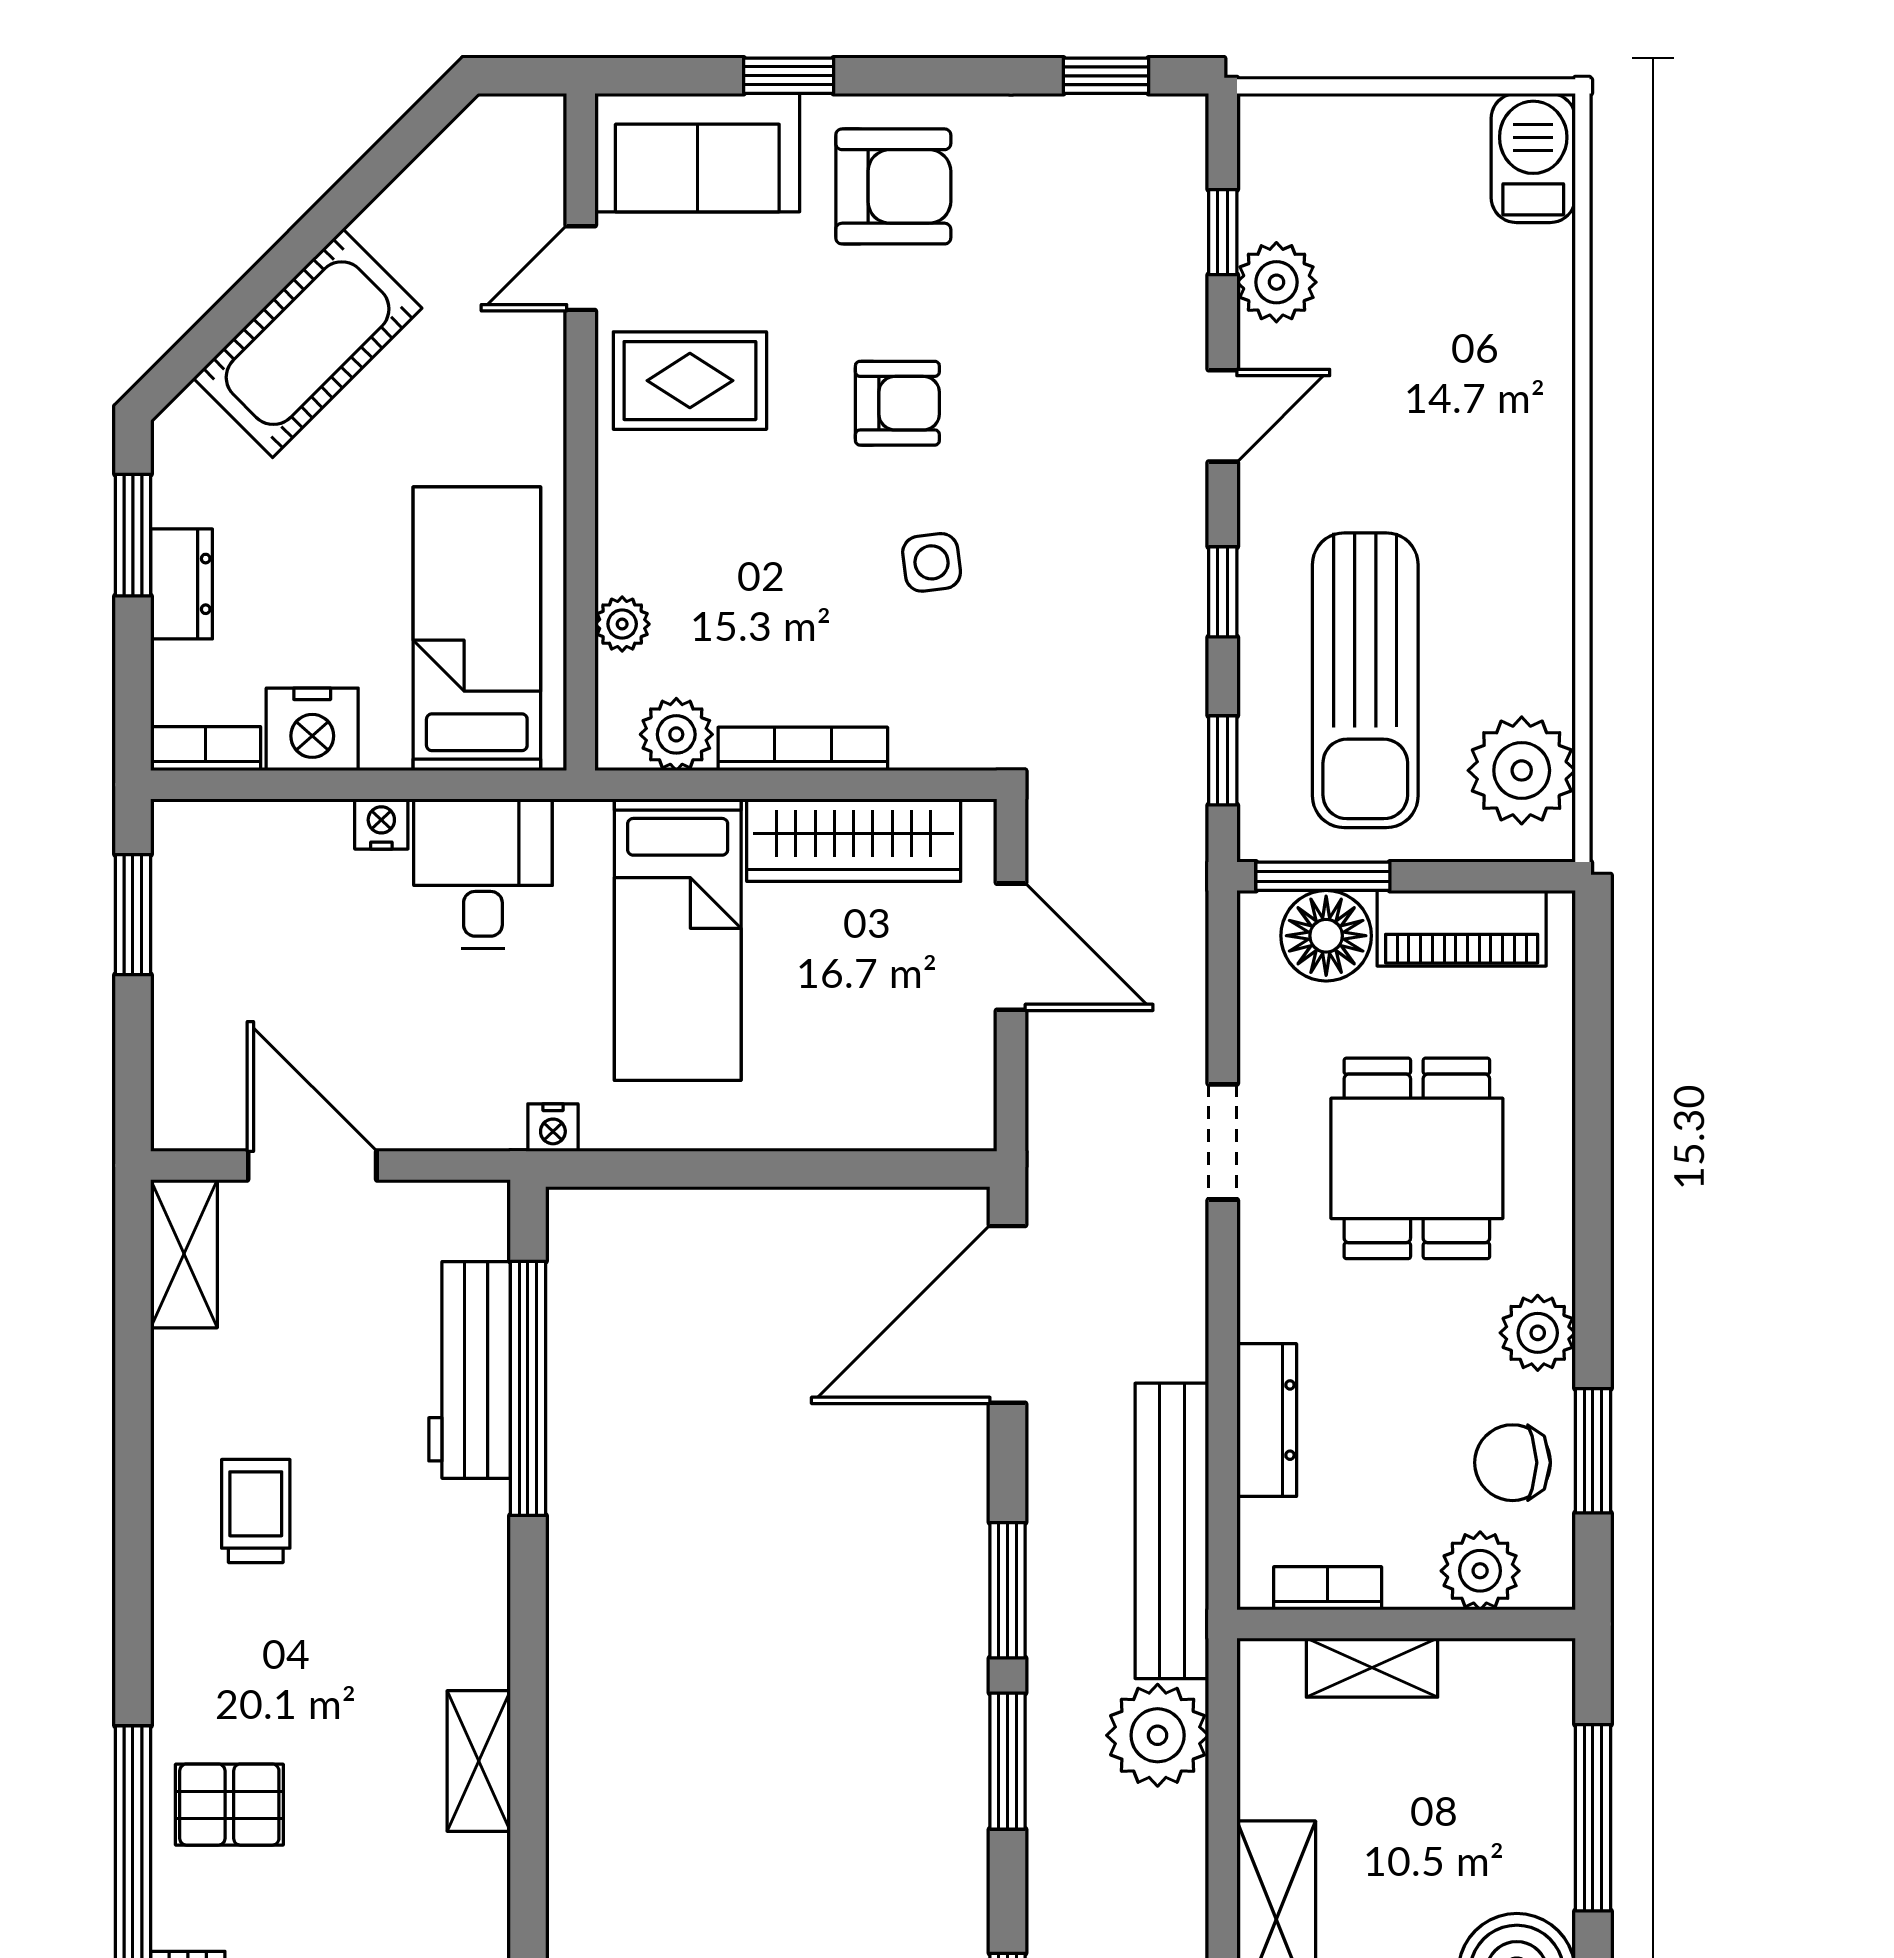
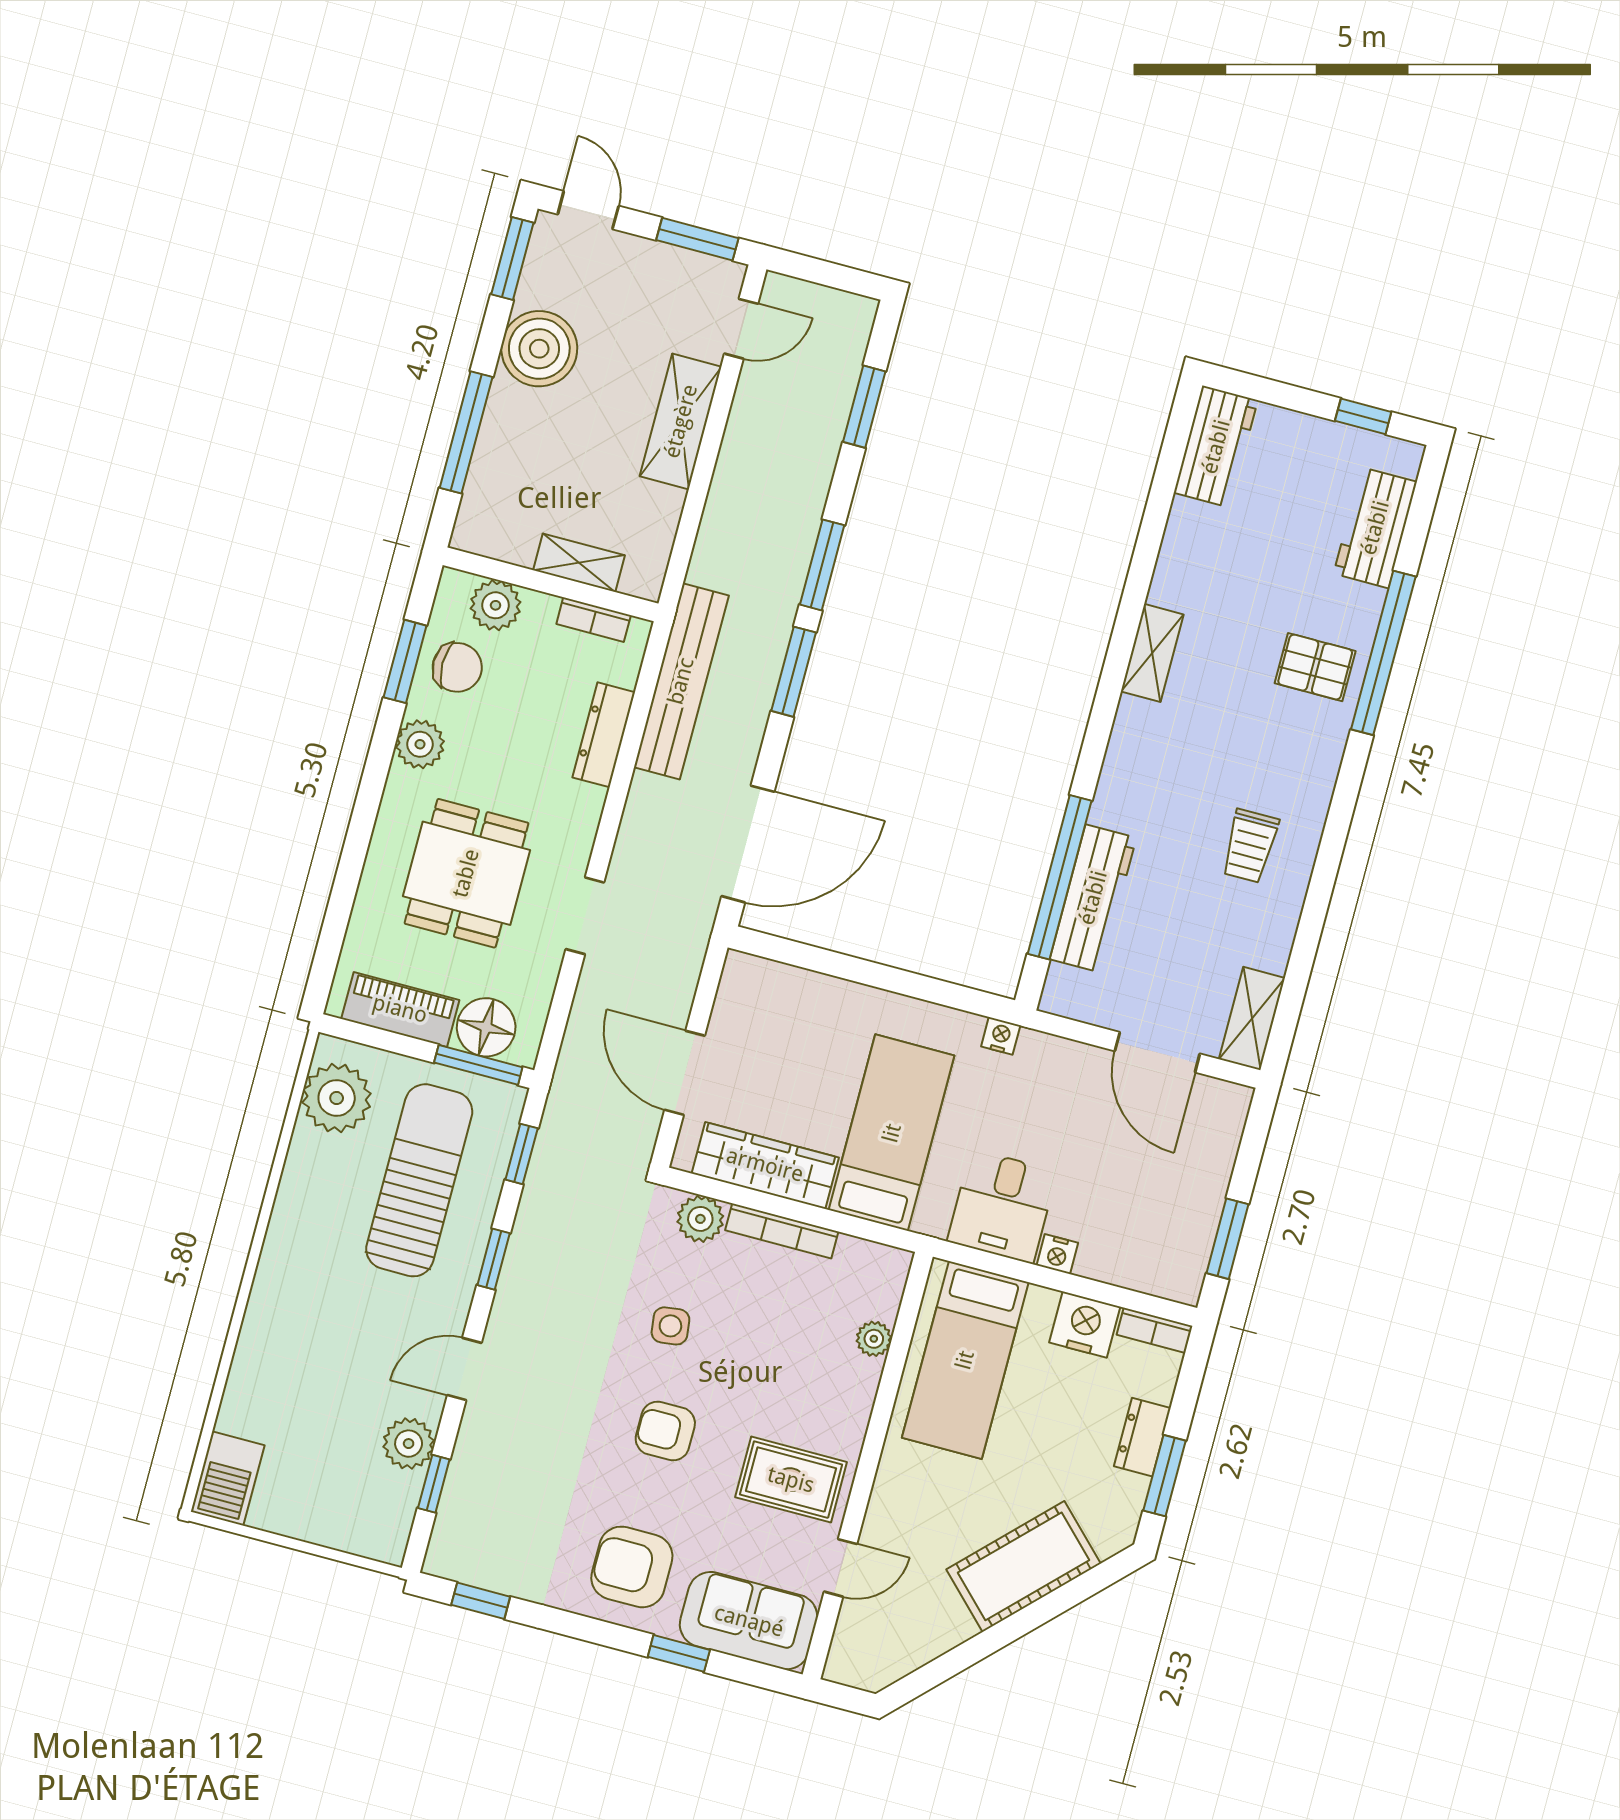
plant: (676, 734) -> (700, 1219), moved
plant: (1158, 1735) -> (724, 556), removed

